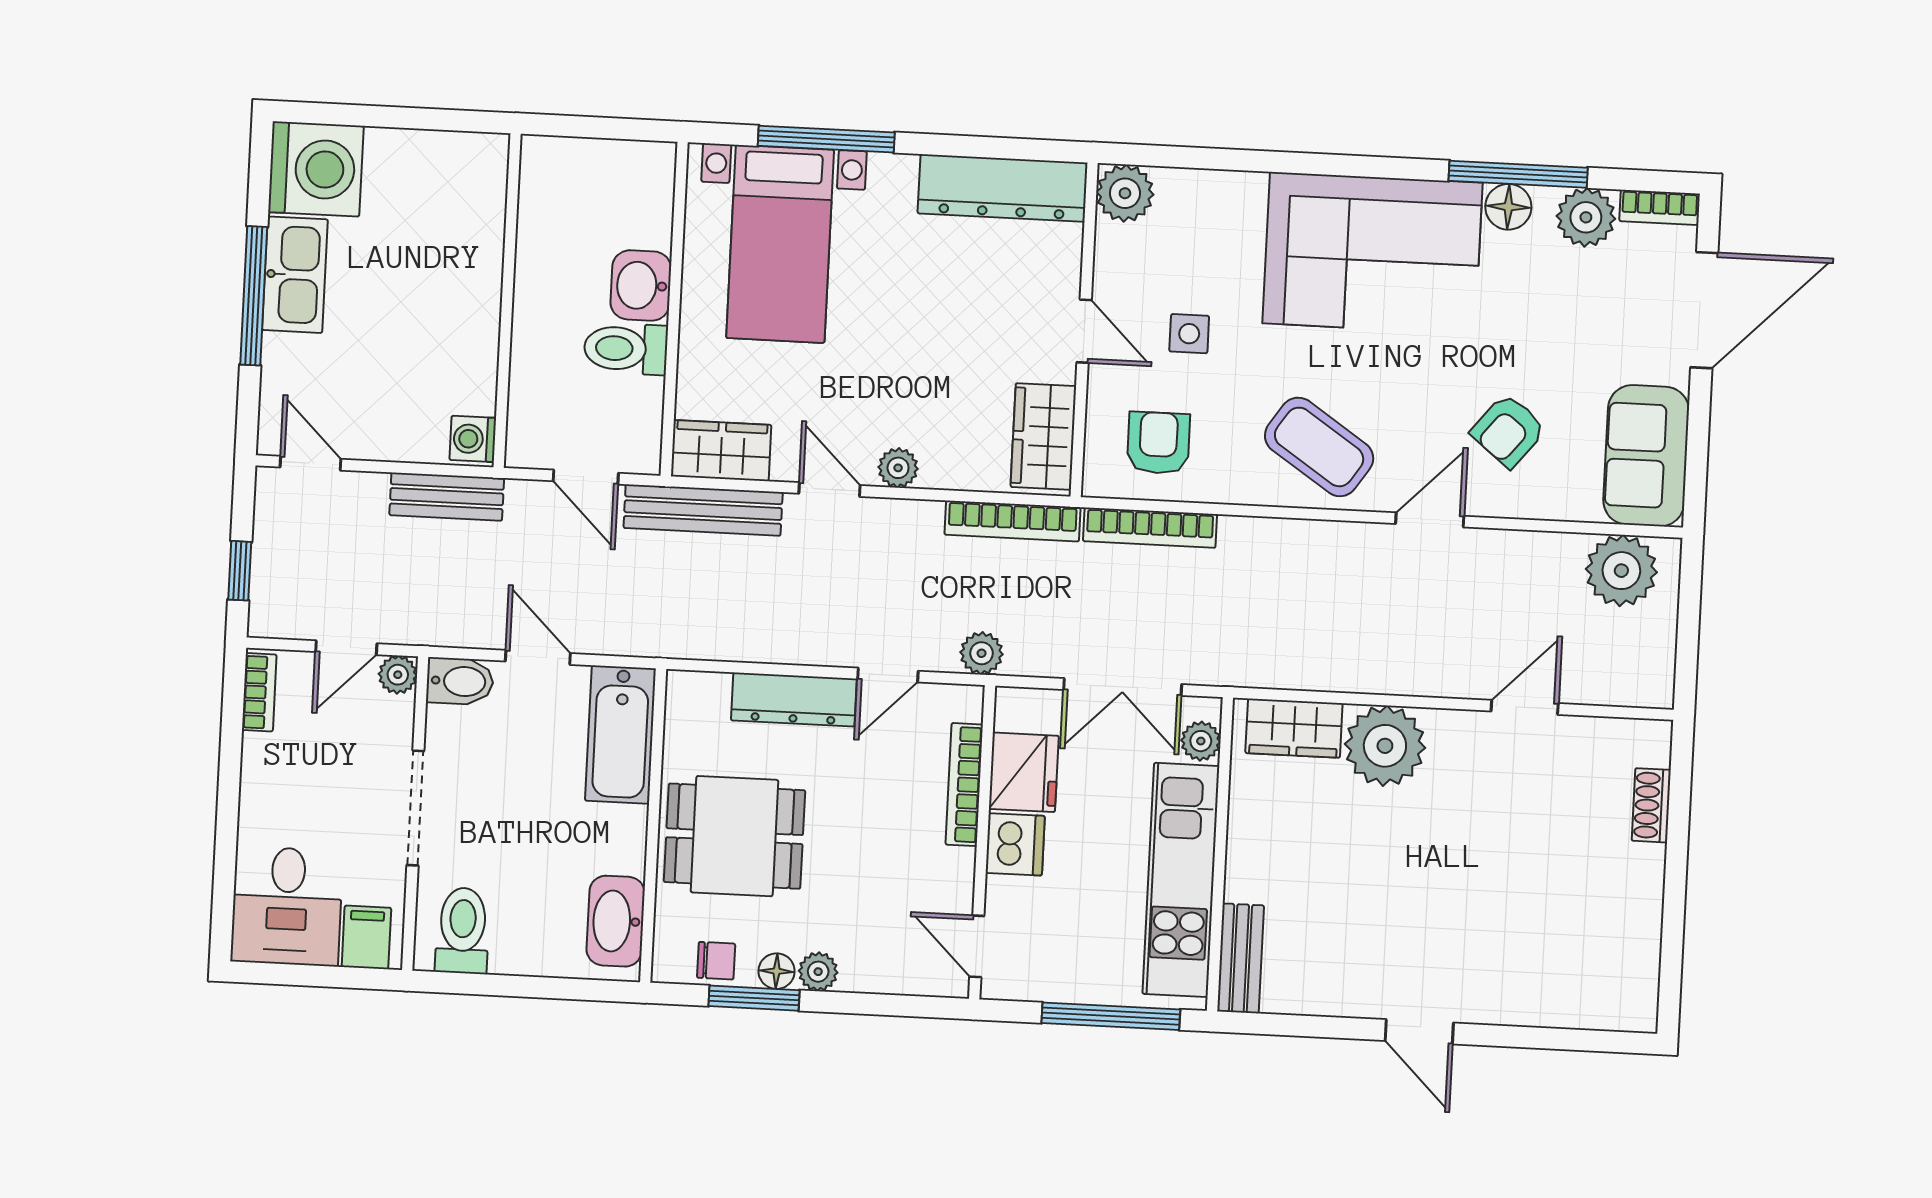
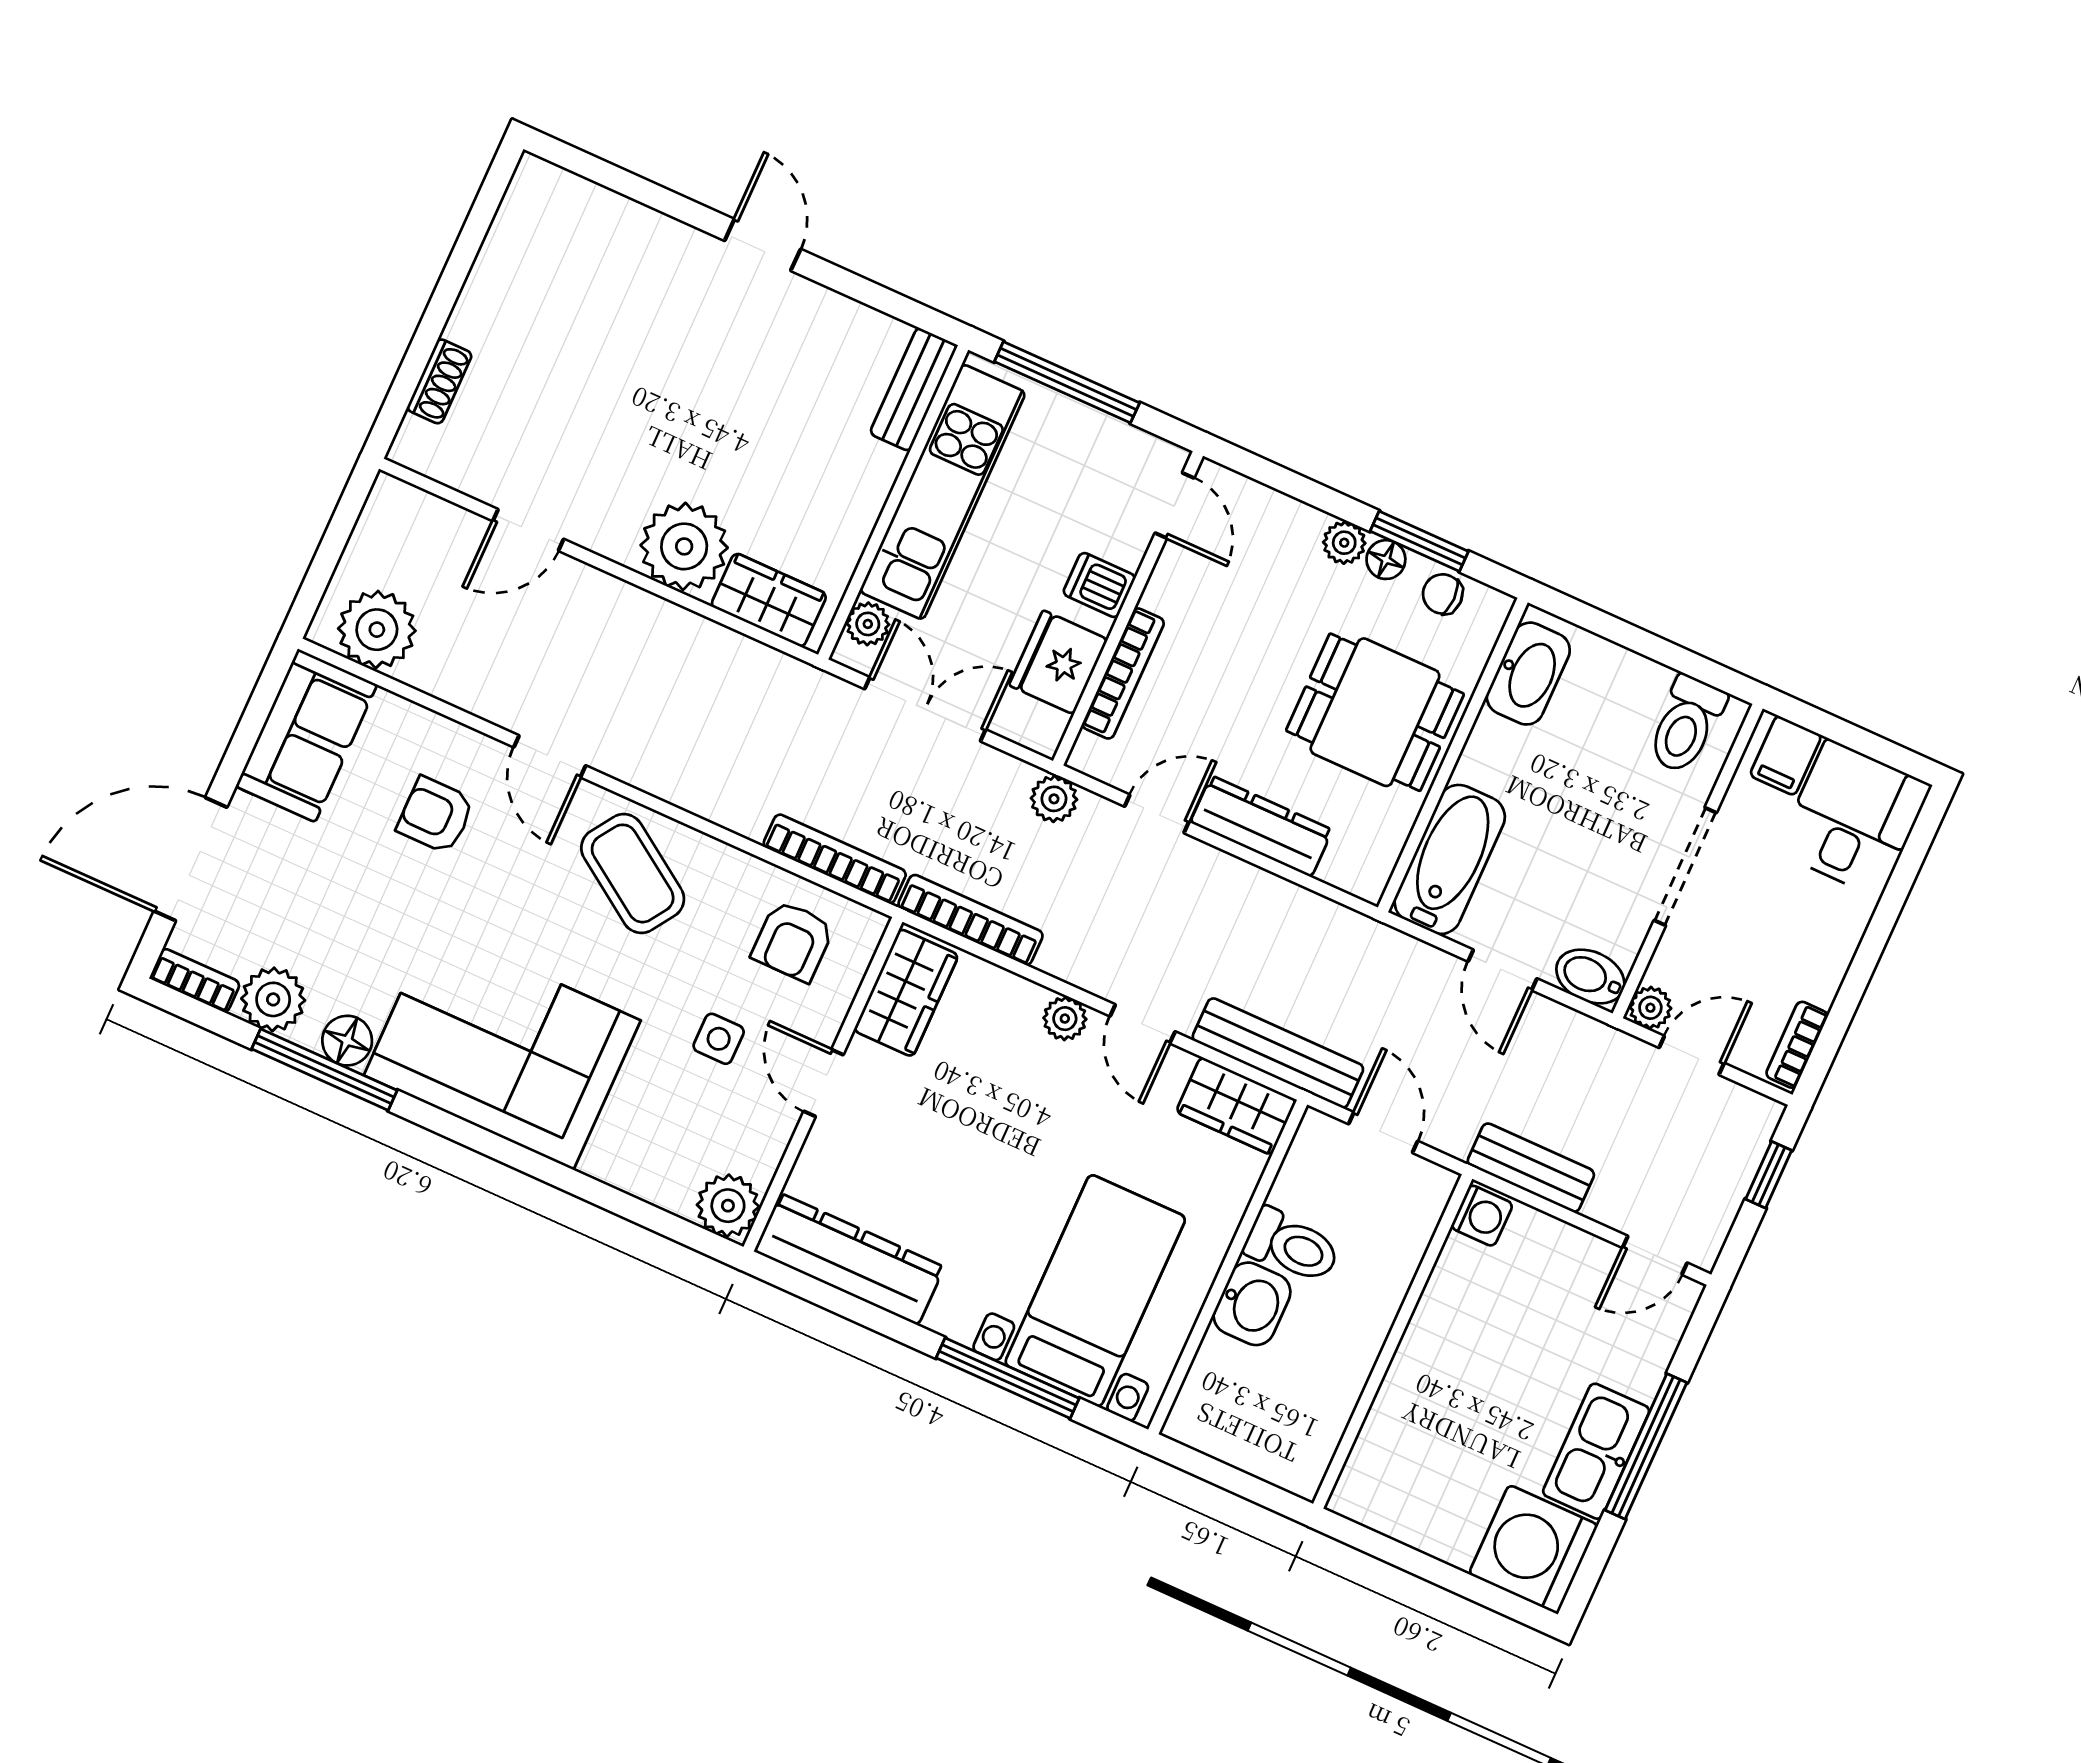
armchair: (1508, 431) -> (436, 815), turned -129
door: (311, 463) -> (1655, 1255), hinge flipped
door: (1430, 520) -> (550, 756), hinge flipped
dishwasher: (1015, 844) -> (1099, 585), width x0.73

